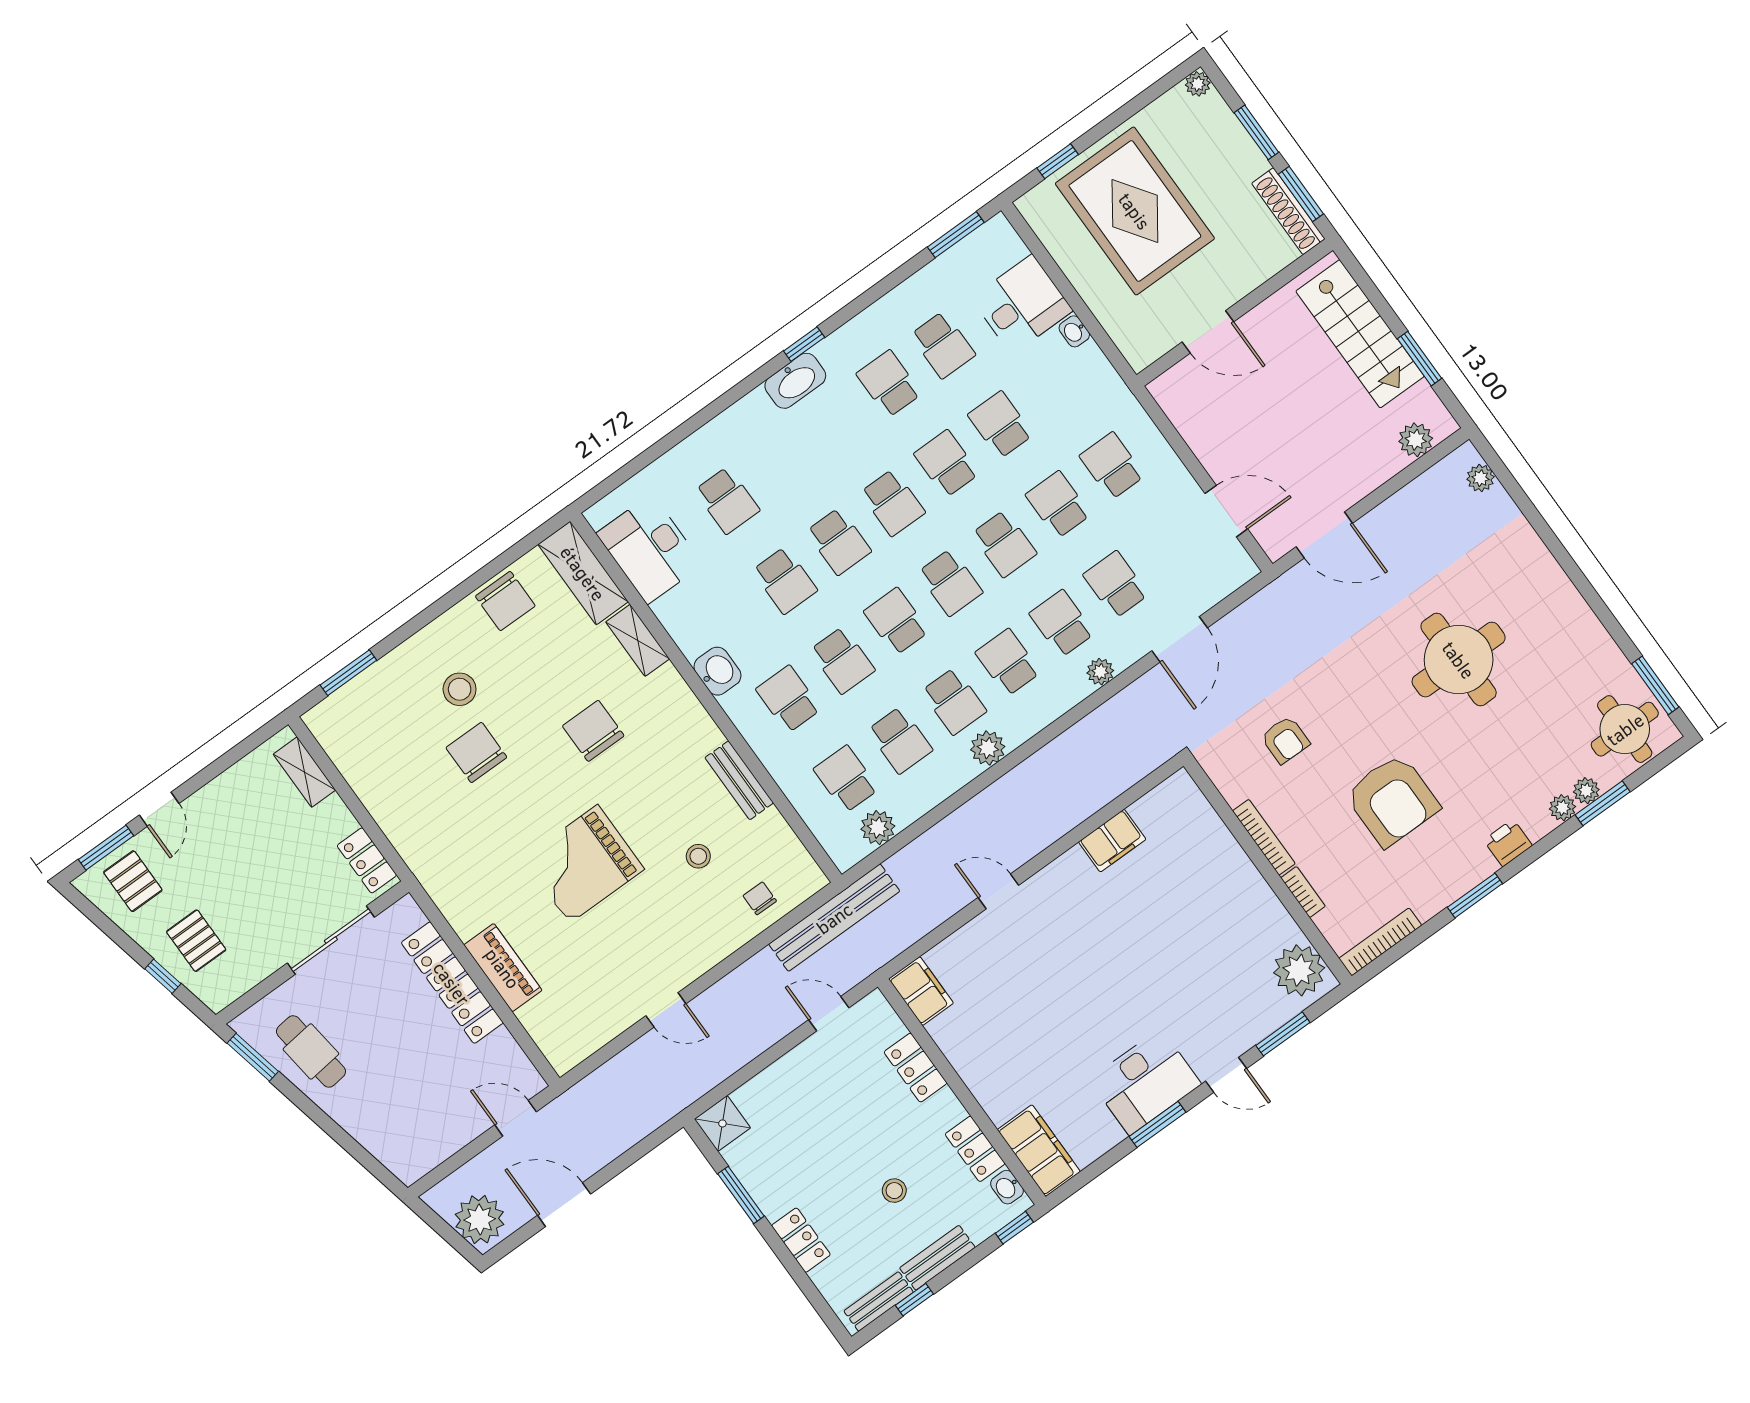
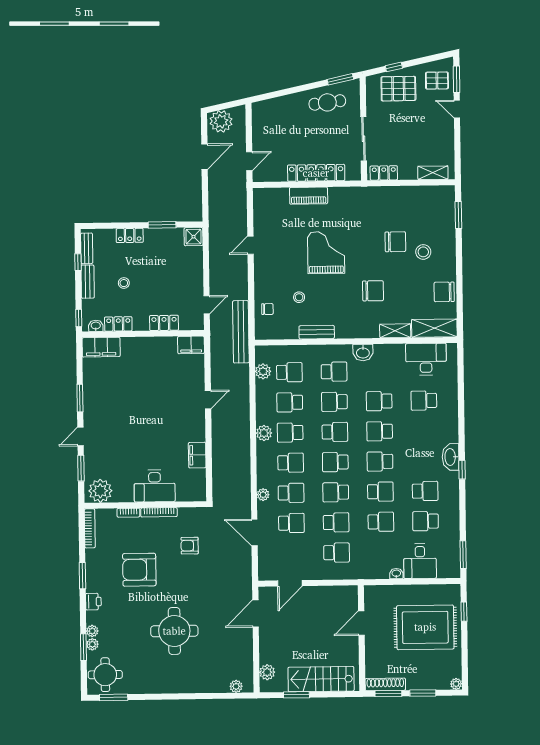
pallet: (196, 941) -> (398, 89), width x1.50, depth x1.42
desk: (1145, 1082) -> (155, 486), moved, turned -90

